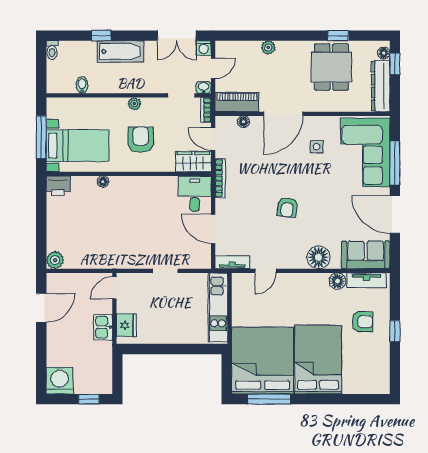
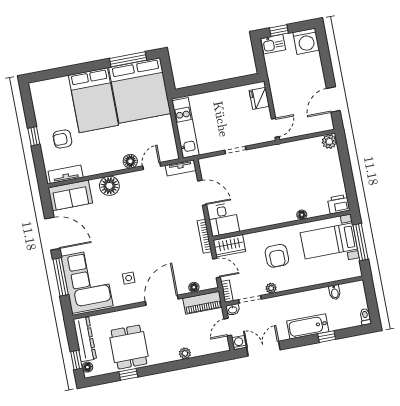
plant: (134, 104) -> (271, 288), moved
armchair: (287, 207) -> (143, 223), removed
floor lamp: (337, 281) -> (130, 161), moved
kitchen sink: (103, 327) -> (273, 44), moved, turned 90

